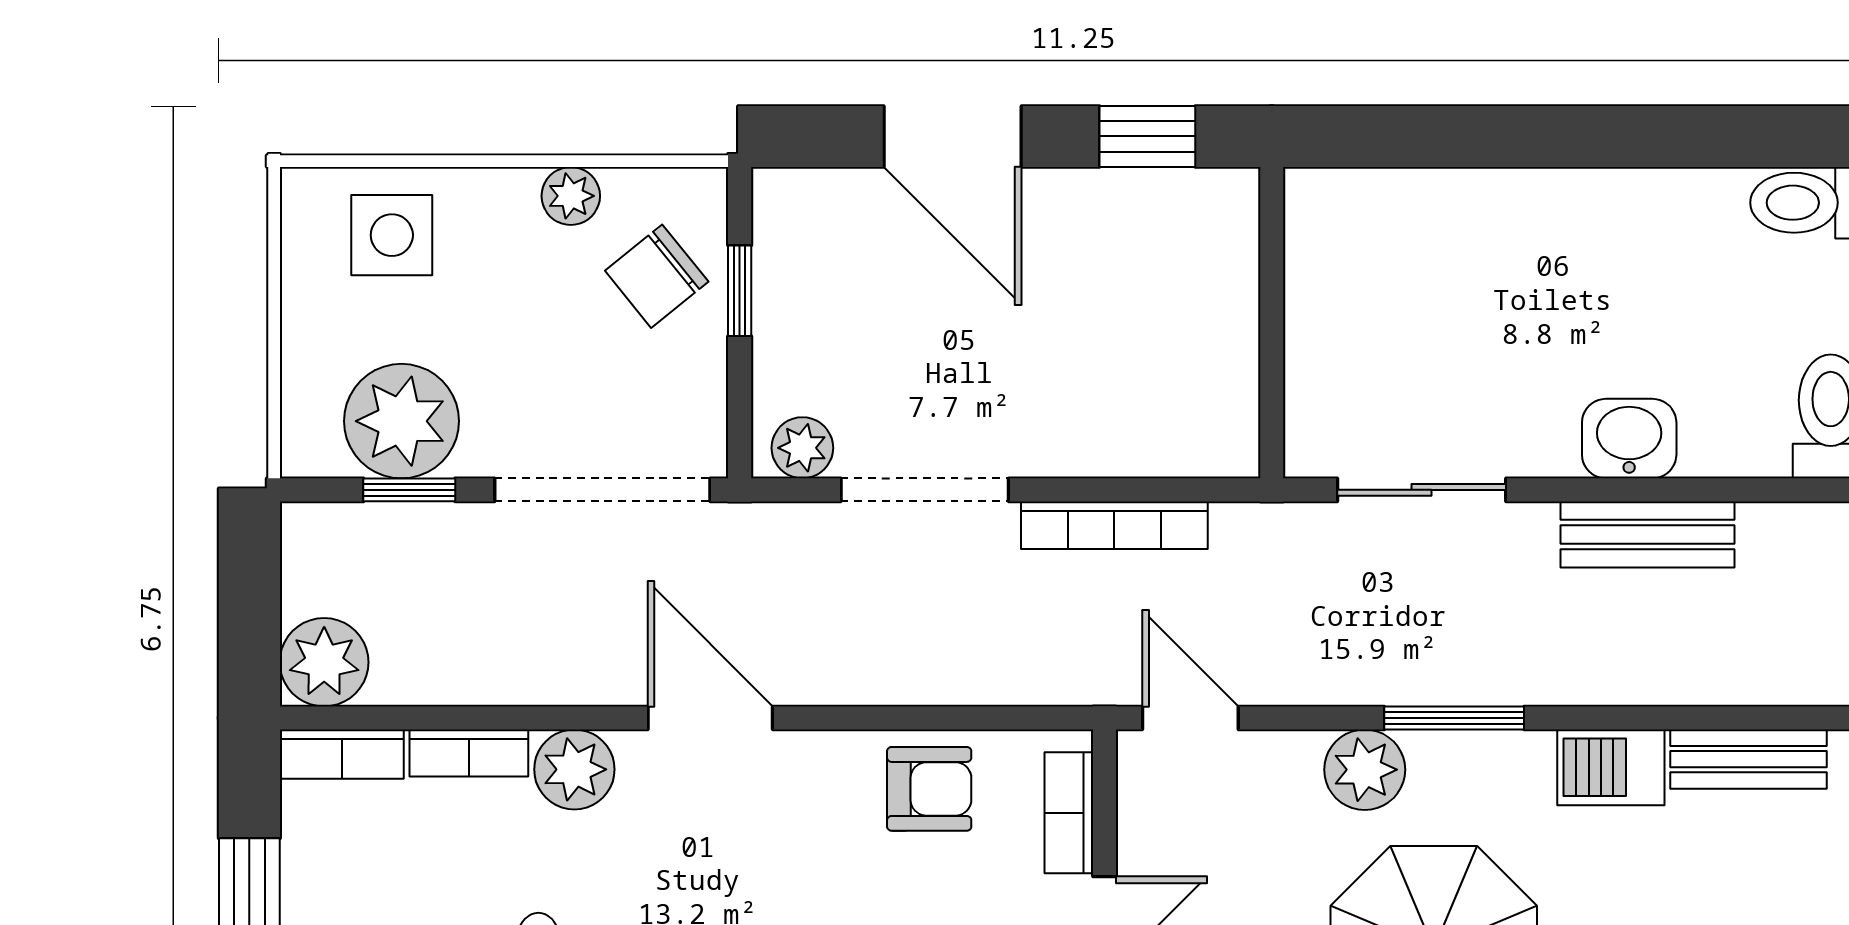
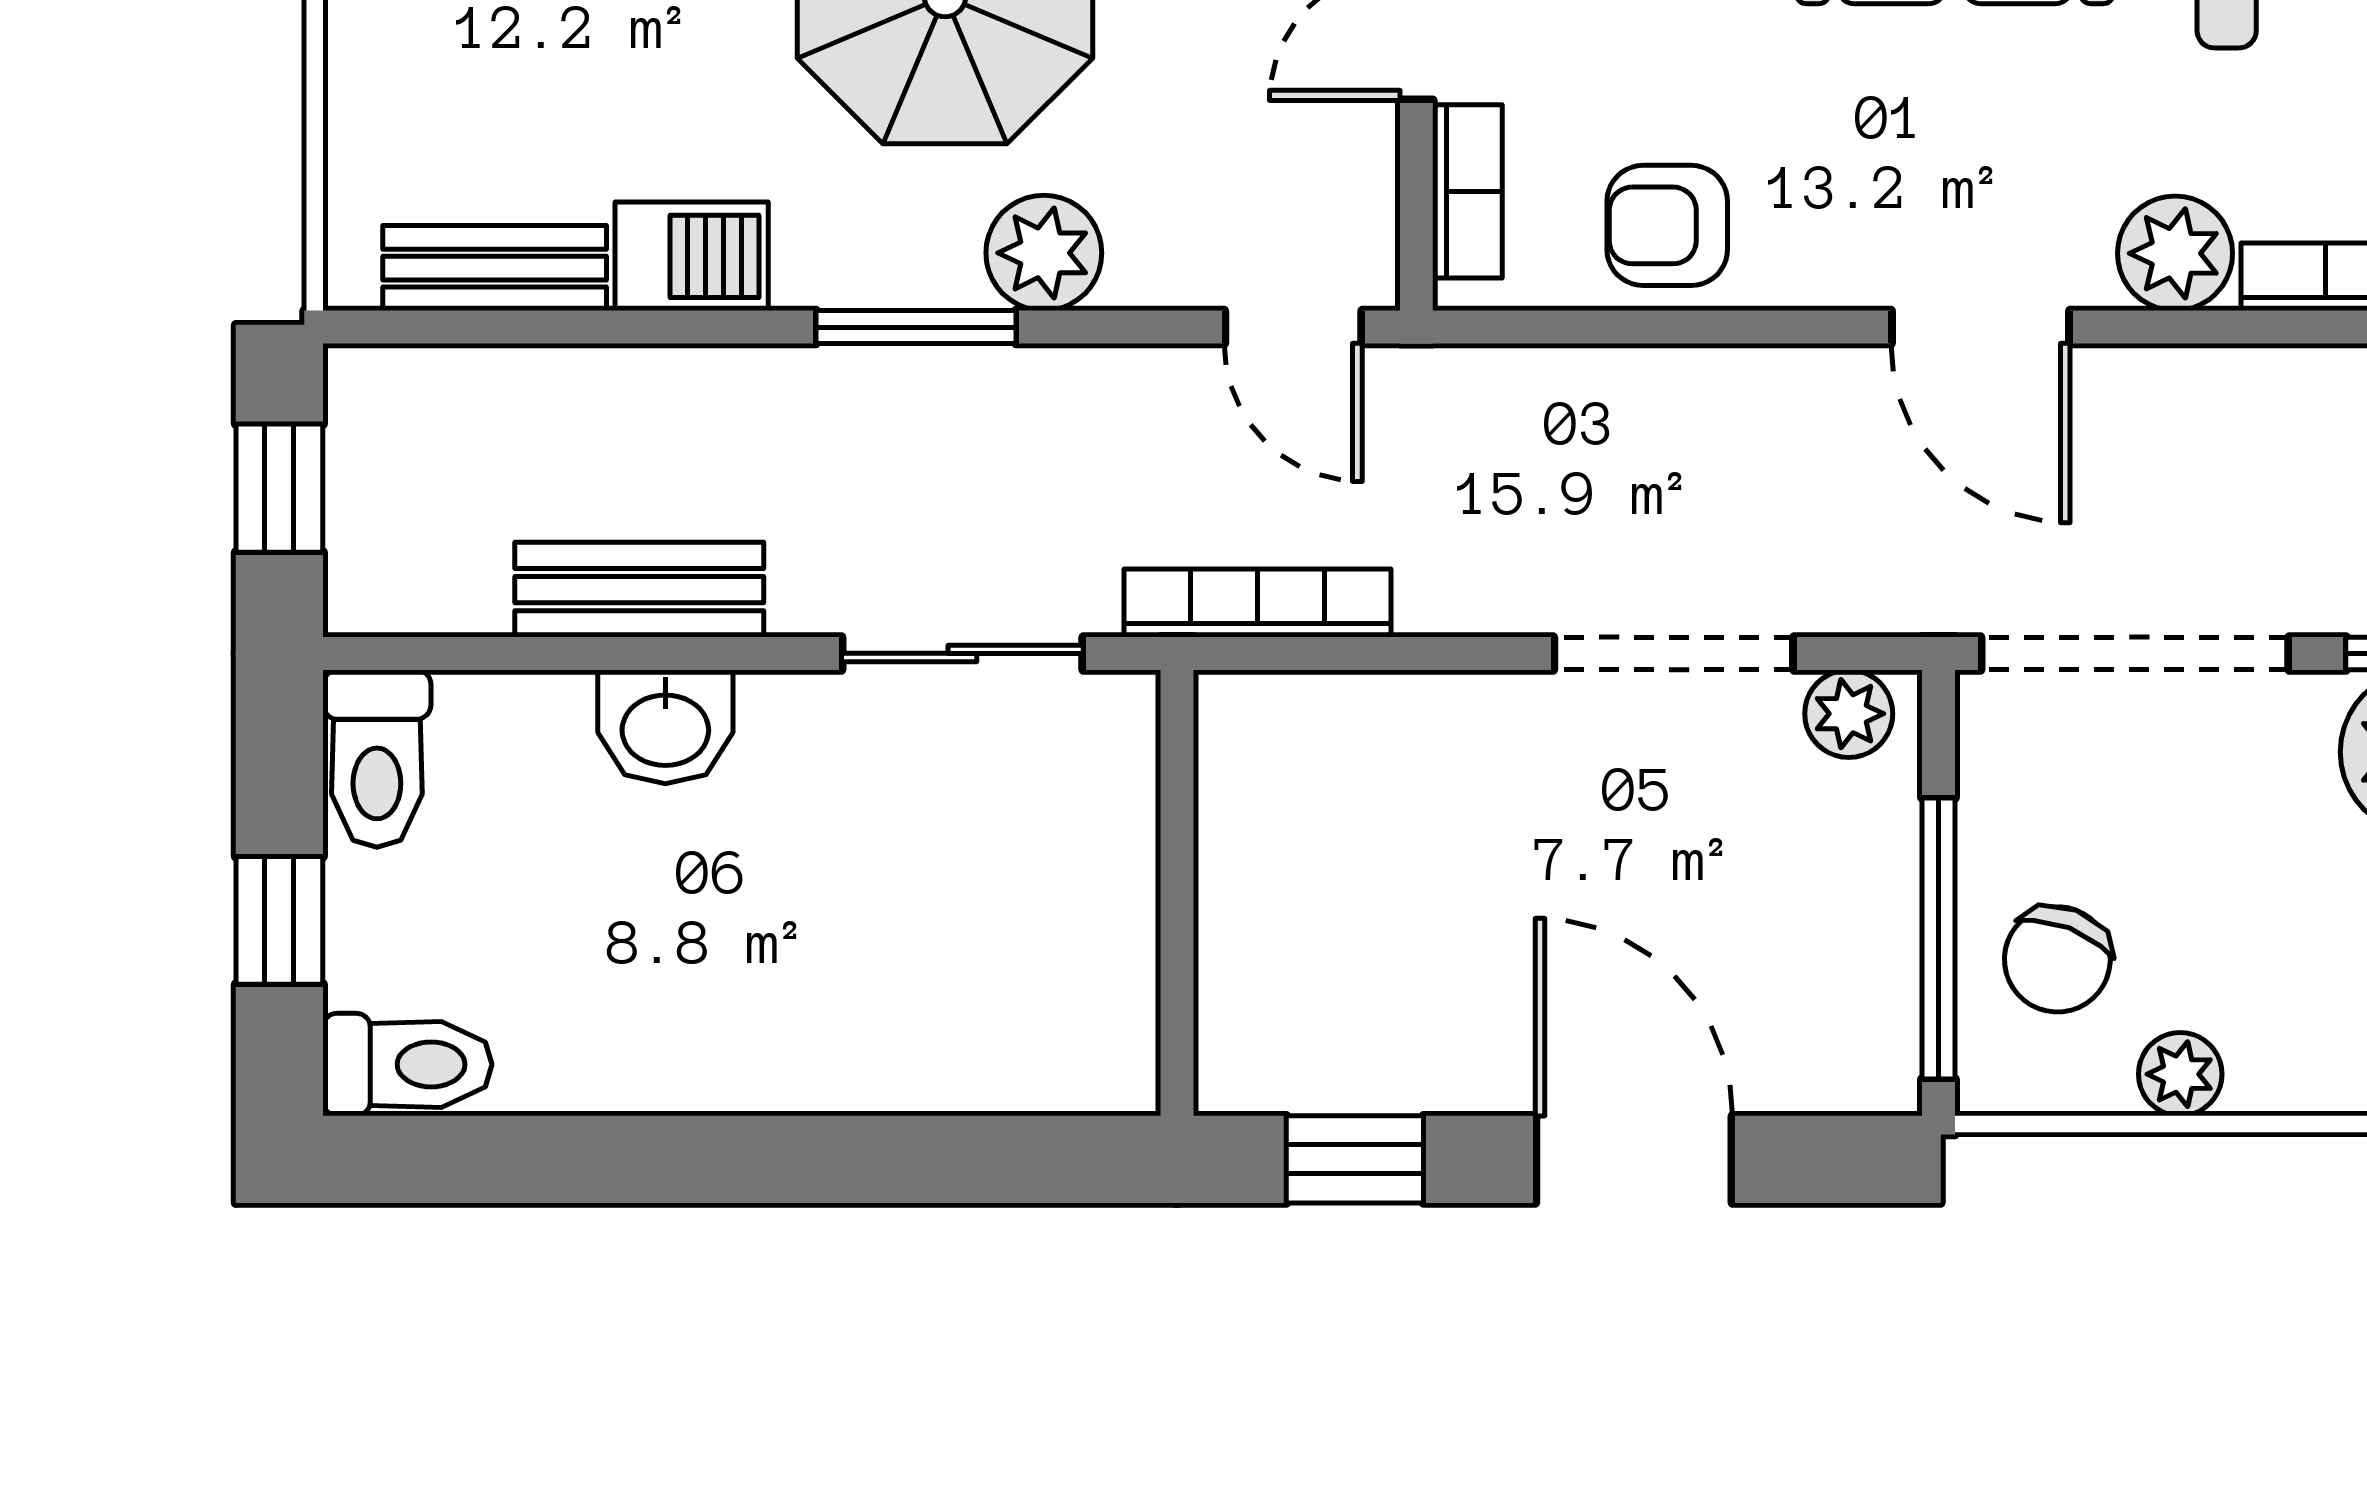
chair: (657, 276) -> (2057, 959), turned 150
window: (740, 291) -> (1939, 938), width x2.17
bookcase: (1114, 525) -> (1258, 603), moved

